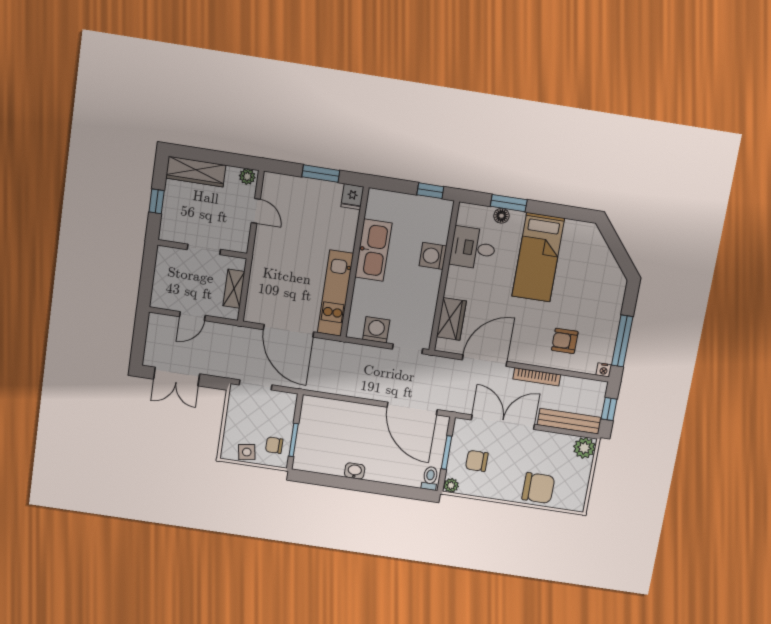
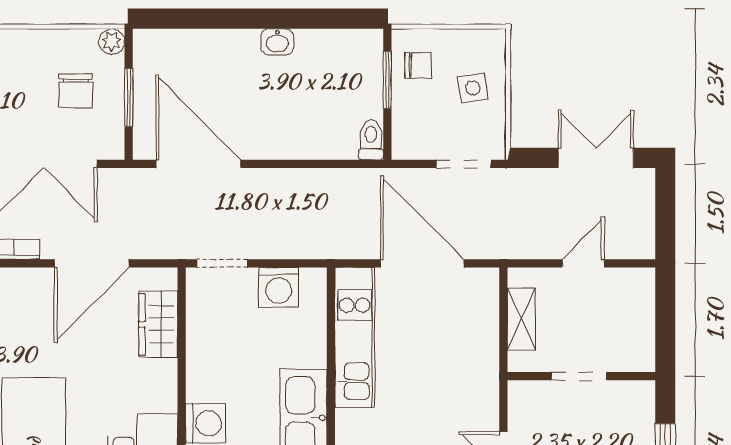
side table: (247, 452) -> (473, 88), moved
chair: (477, 461) -> (76, 91), turned 90
toilet: (430, 478) -> (371, 140), moved, turned 180

